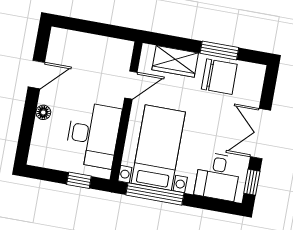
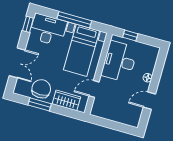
chair: (219, 77) -> (41, 89), turned 90
double door: (261, 134) -> (17, 63), moved
desk: (218, 177) -> (48, 30), width x1.37
window: (155, 194) -> (74, 20), moved

